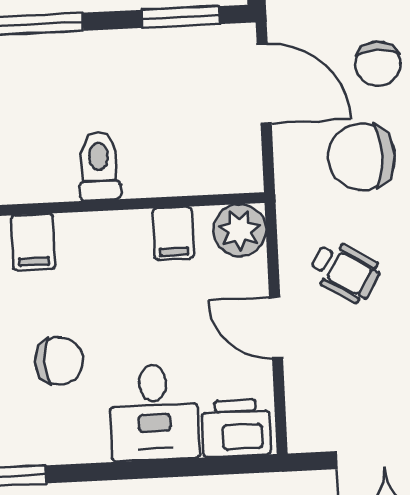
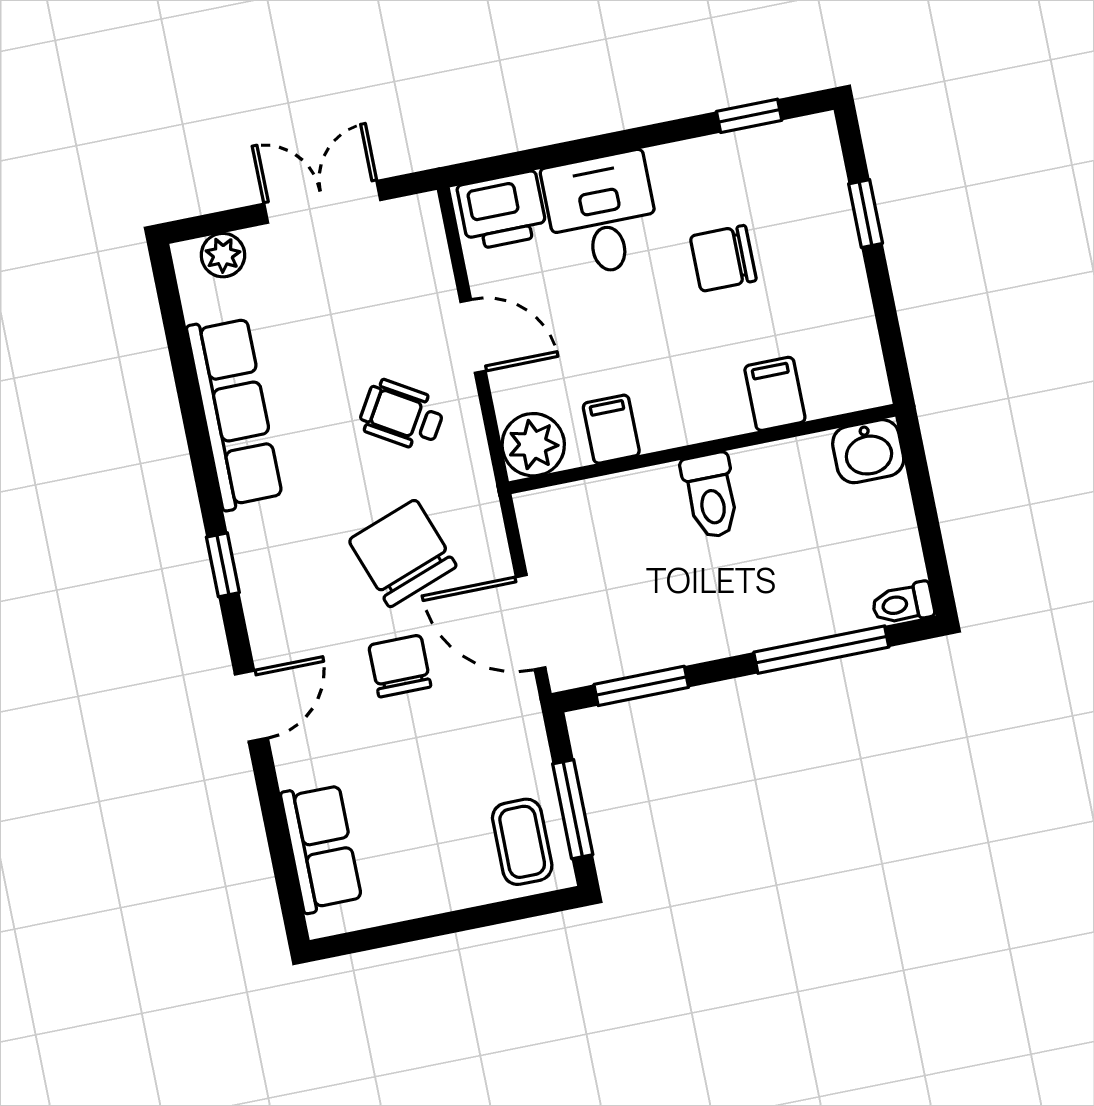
chair: (362, 157) -> (403, 553), turned -110

